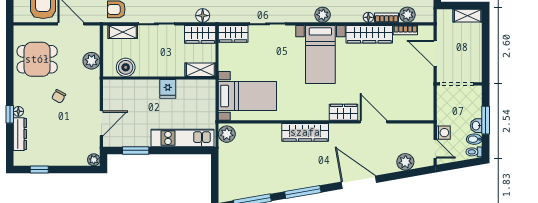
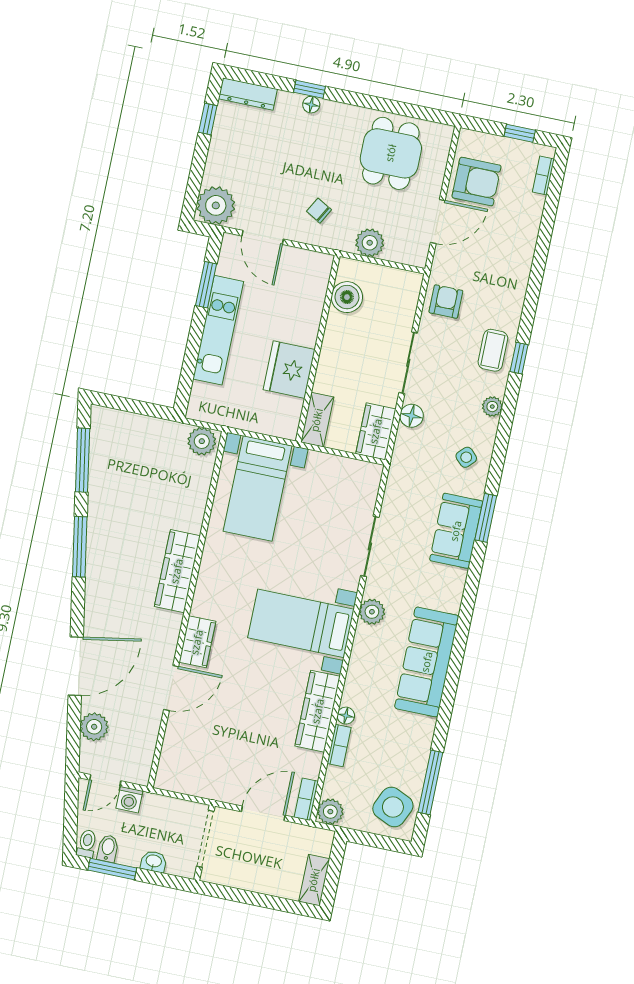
plant: (323, 15) -> (372, 612), moved
plant: (407, 15) -> (330, 812), moved
floor lamp: (203, 16) -> (412, 416), moved
bookcase: (405, 30) -> (306, 799), moved
shelving: (123, 32) -> (406, 305), removed
wardrobe: (233, 34) -> (365, 486), removed
fridge: (168, 89) -> (289, 370), width x1.88, depth x1.34
chair: (59, 96) -> (319, 211), moved
window: (486, 120) -> (112, 869), moved
washbasin: (476, 126) -> (154, 861), moved
dresser: (20, 134) -> (248, 94), moved
kitchen unit: (182, 138) -> (218, 330), moved
plant: (94, 160) -> (216, 205), width x1.88, depth x1.88
door: (359, 182) -> (76, 666), moved

